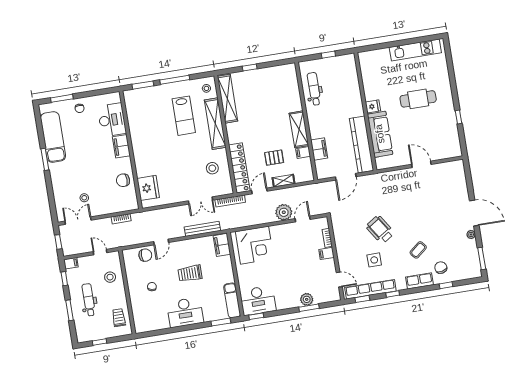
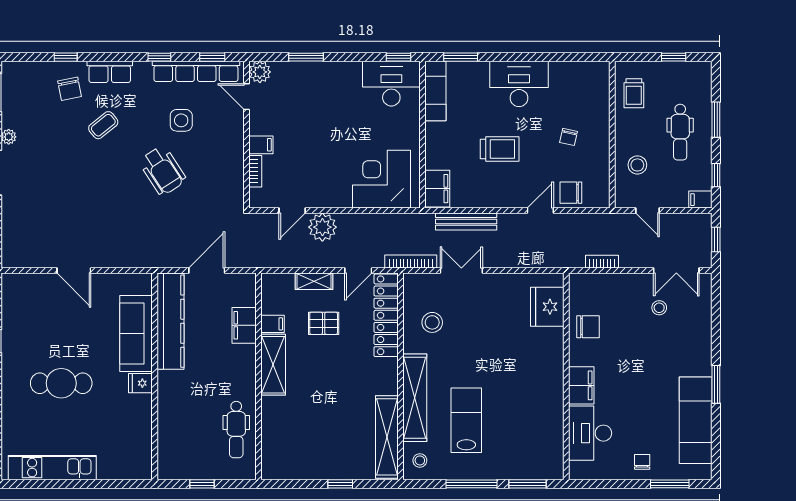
plant: (307, 299) -> (260, 72), moved

